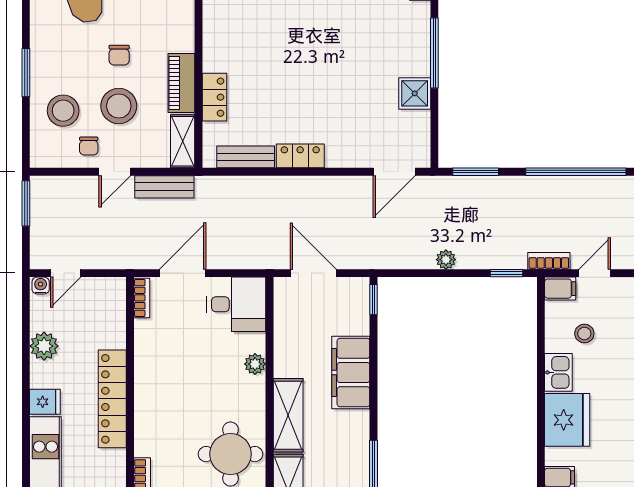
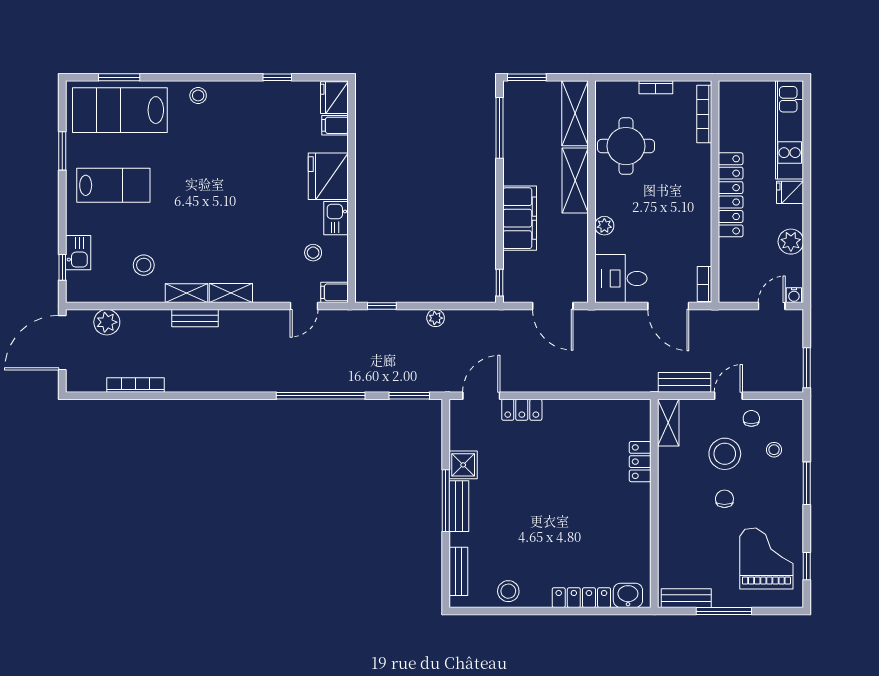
piano: (181, 83) -> (669, 474), removed
stool: (63, 111) -> (774, 450), width x0.53, depth x0.53
locker: (300, 156) -> (522, 410), moved
bench: (246, 157) -> (459, 506), moved, turned 90
bookcase: (549, 261) -> (345, 317), removed
door: (183, 273) -> (668, 306), hinge flipped

